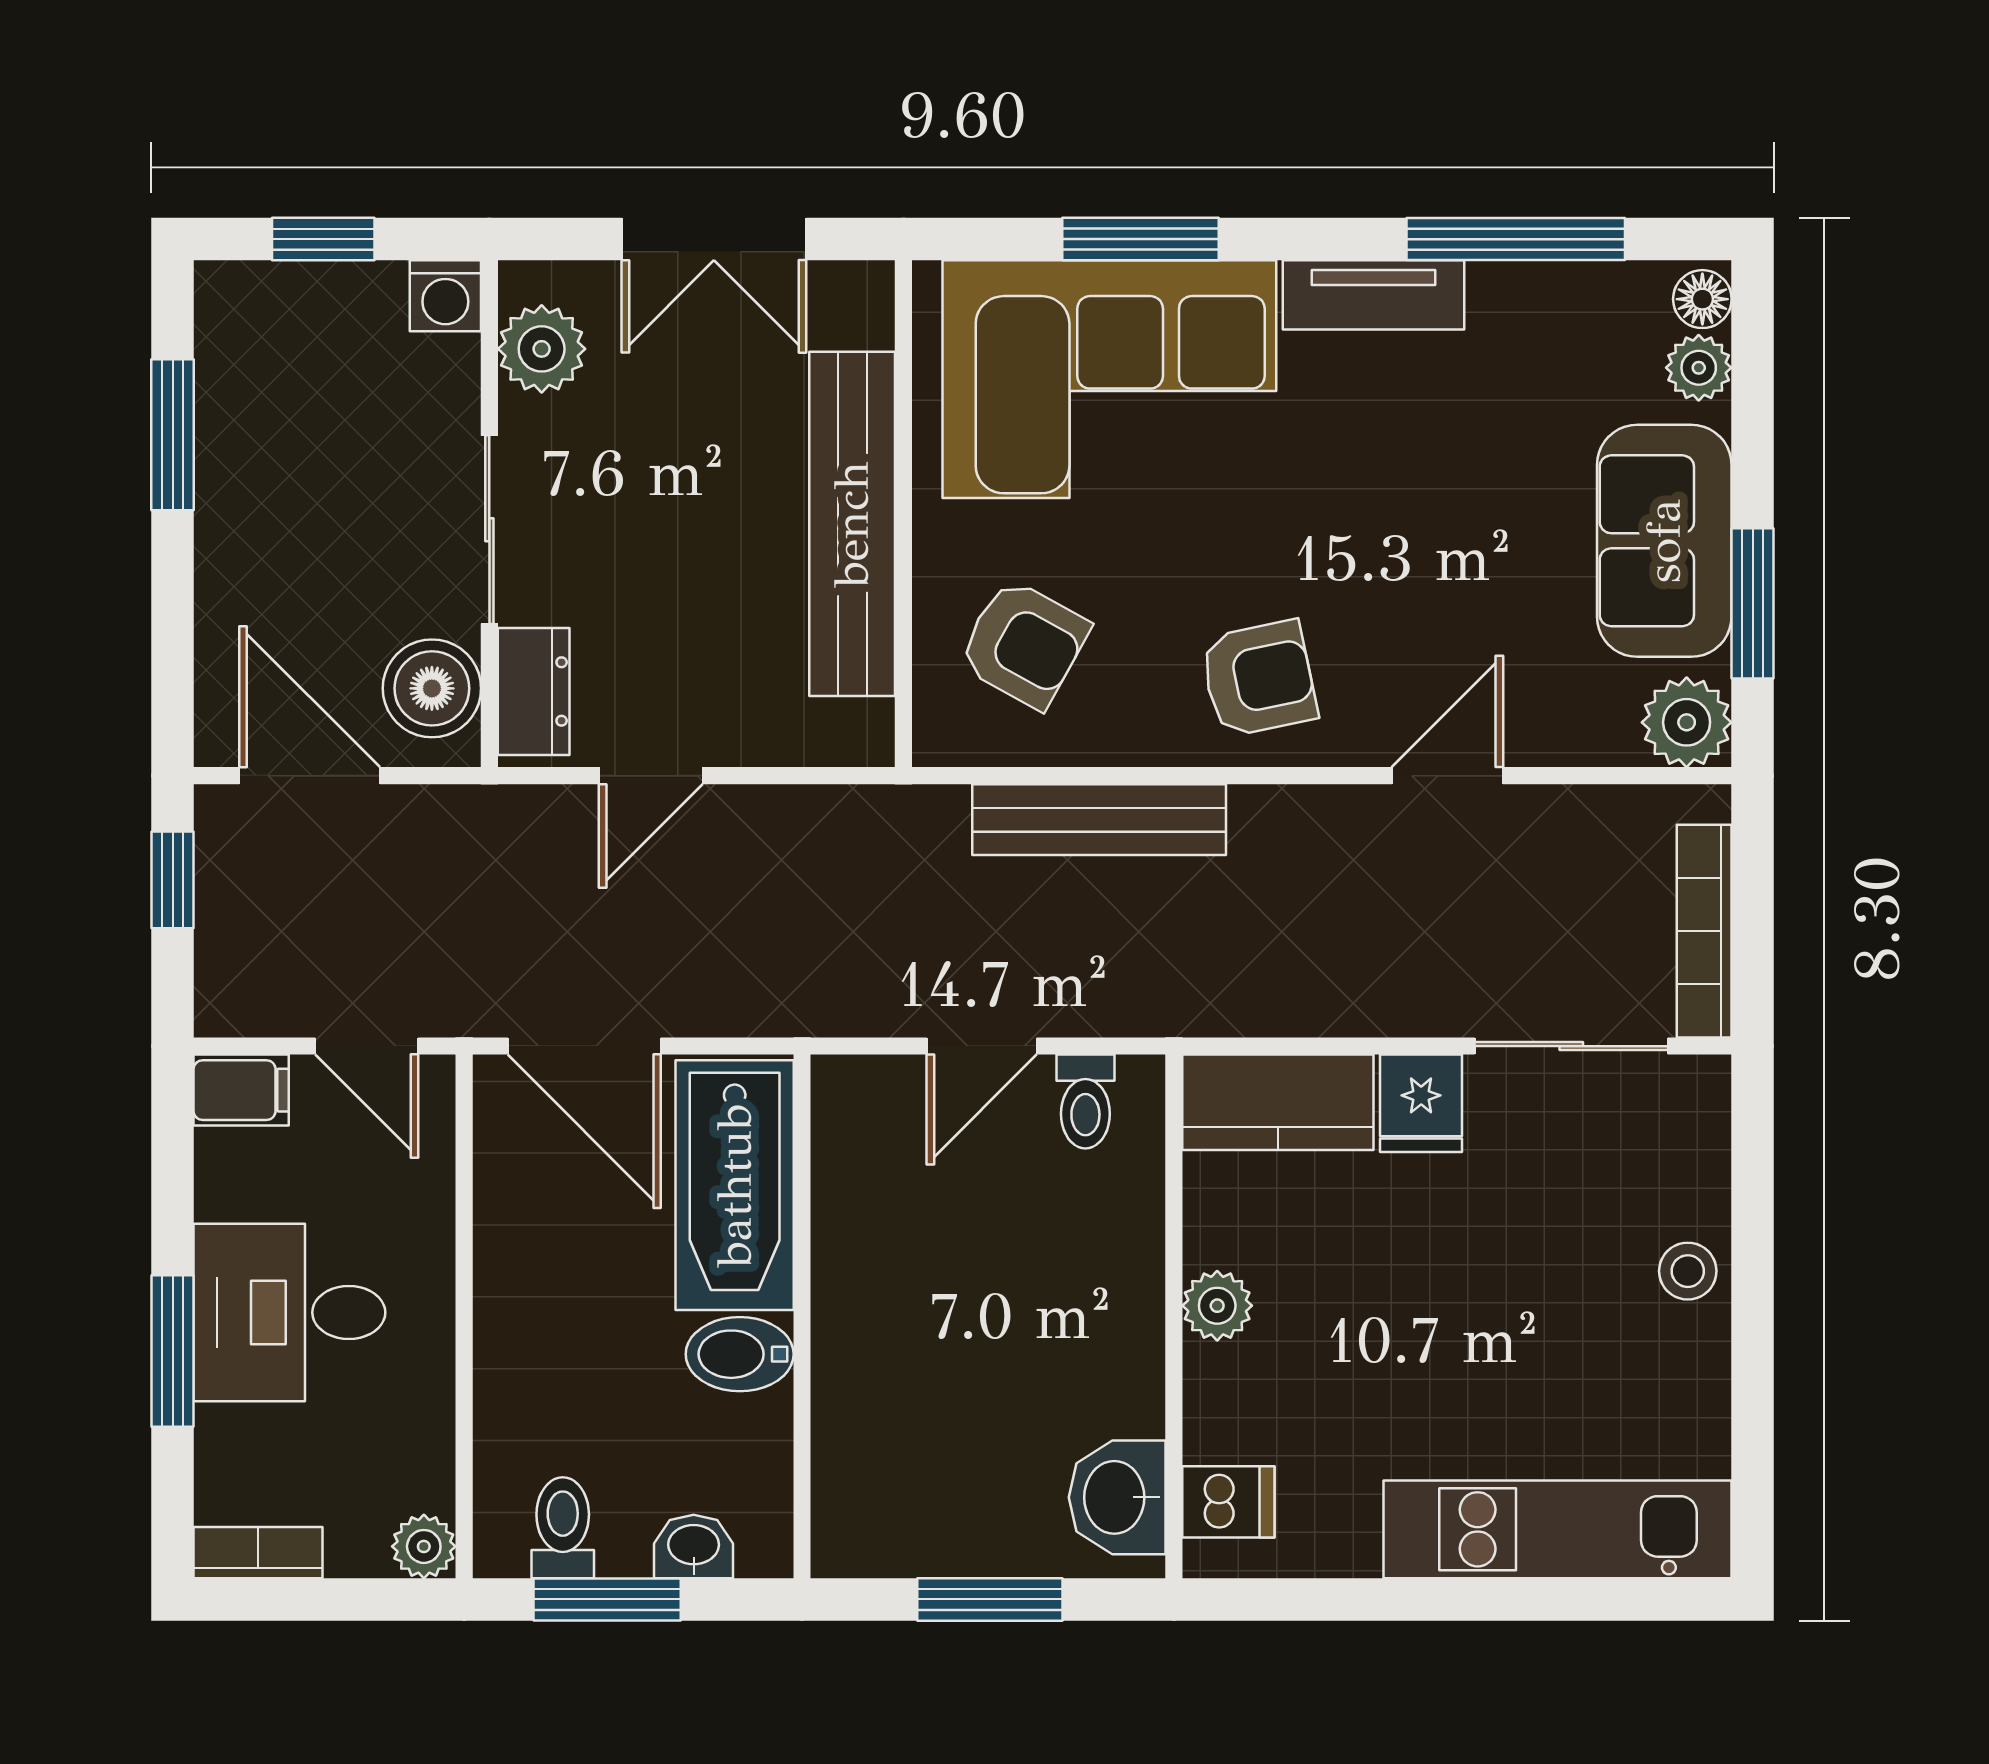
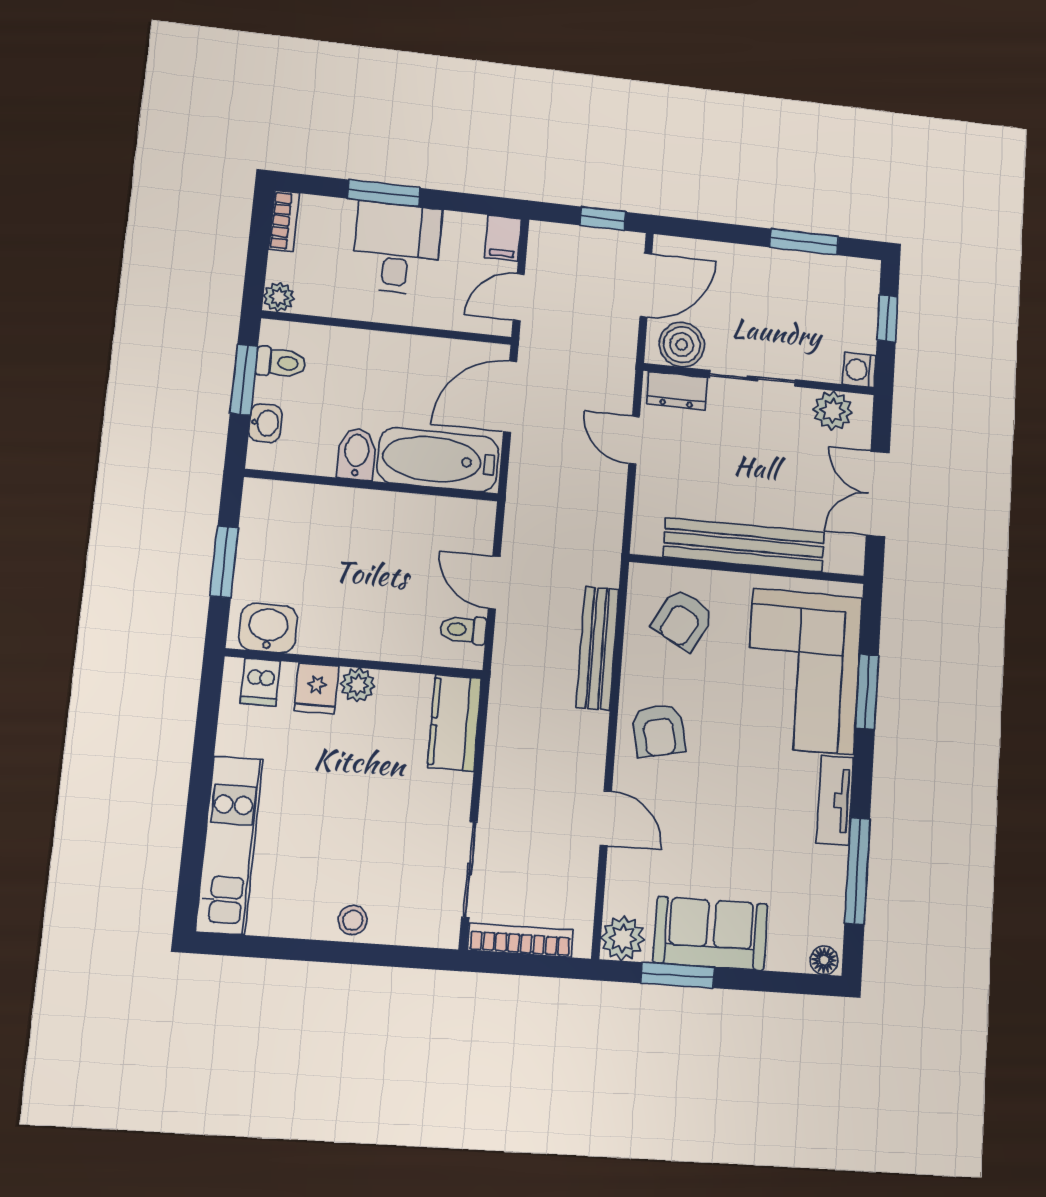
plant: (1699, 368) -> (792, 956), removed
fridge: (1421, 1103) -> (316, 688), moved, turned -90

